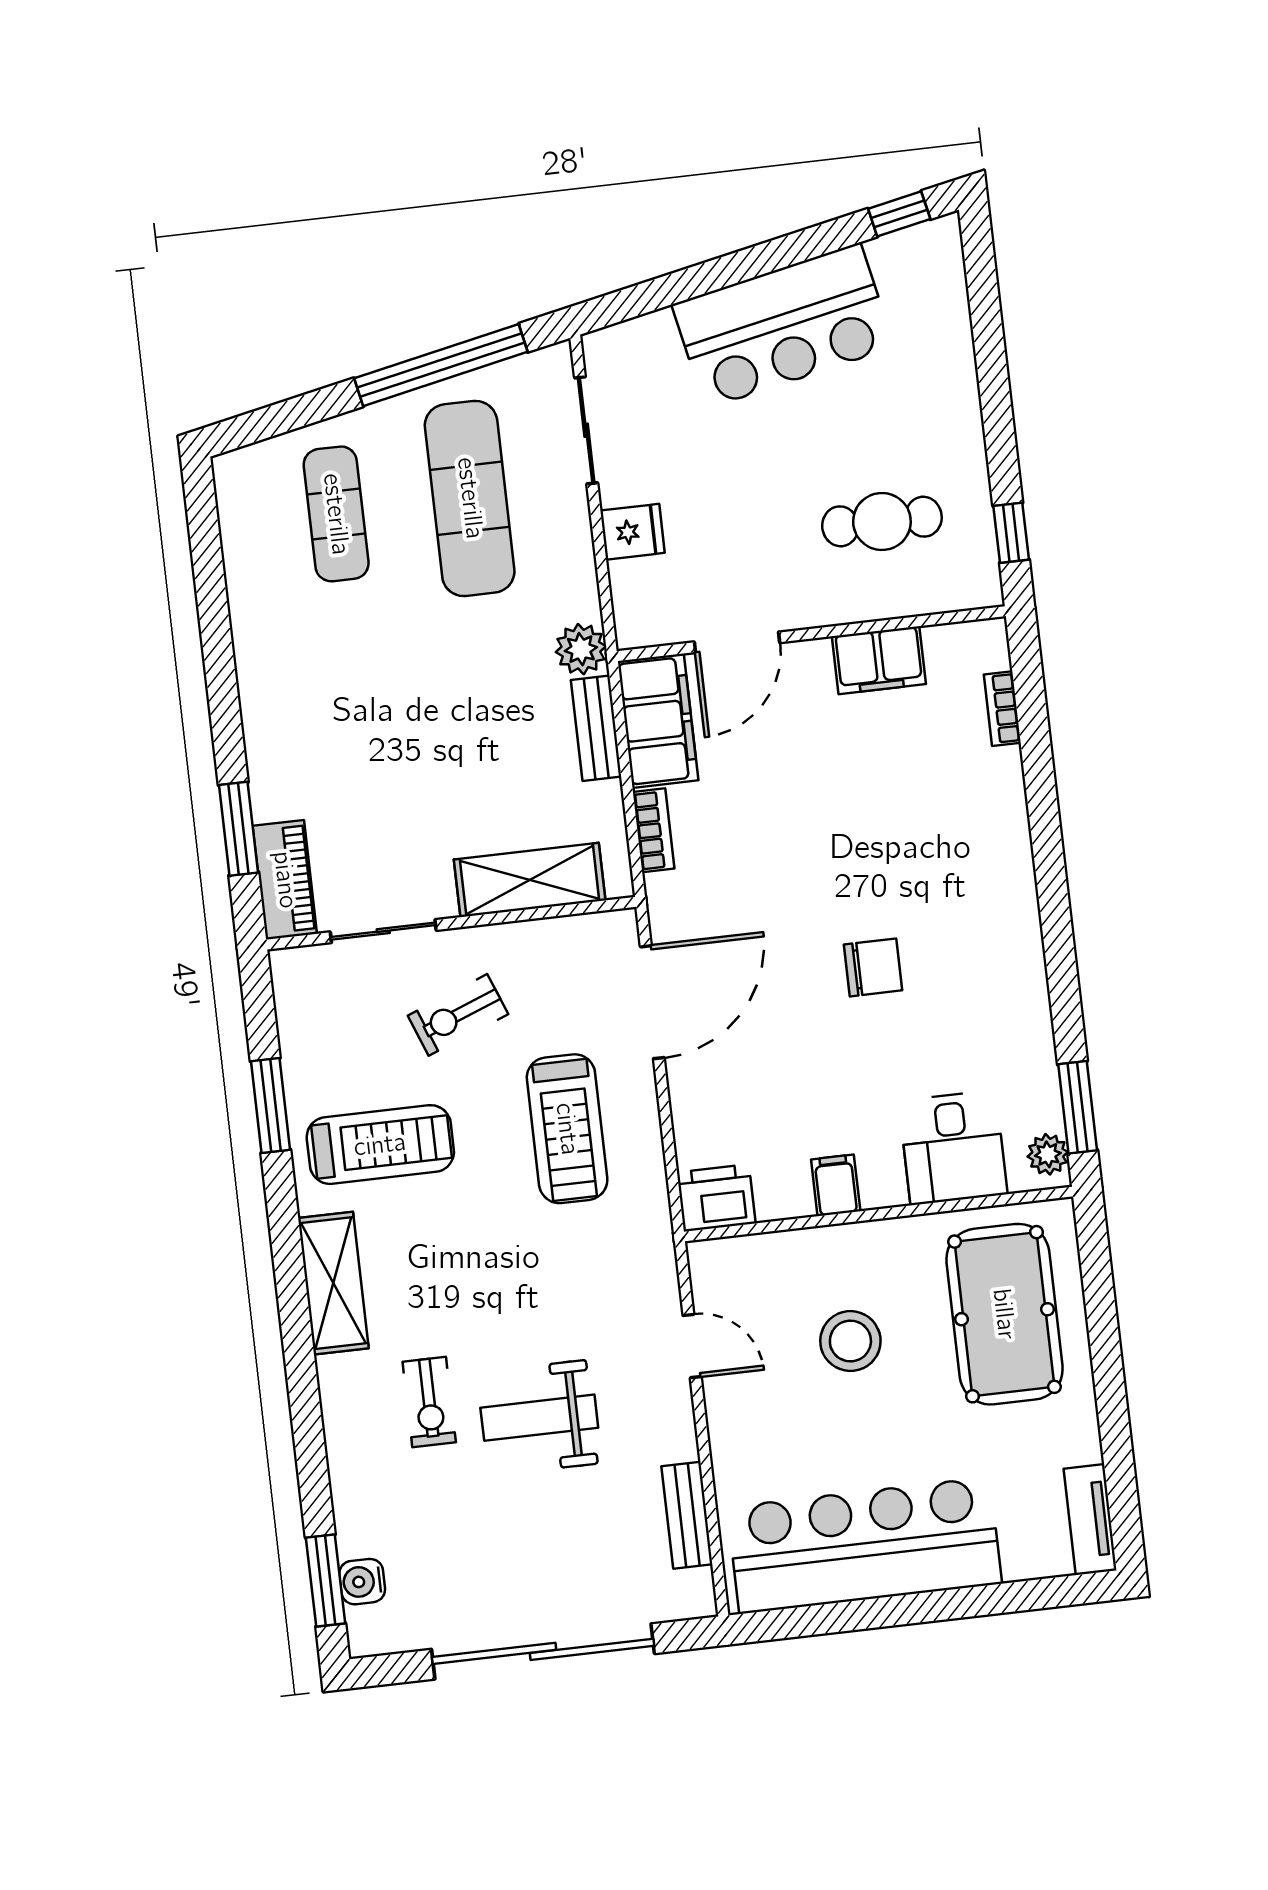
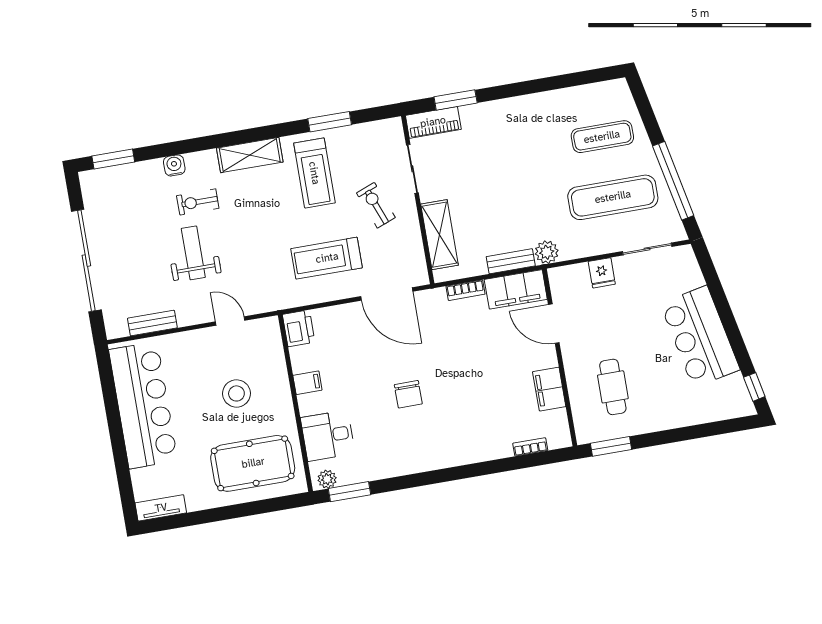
window: (1011, 533) -> (611, 446), width x1.50
door: (692, 1346) -> (230, 321), swing flipped
water cooler: (362, 1582) -> (174, 165), moved

